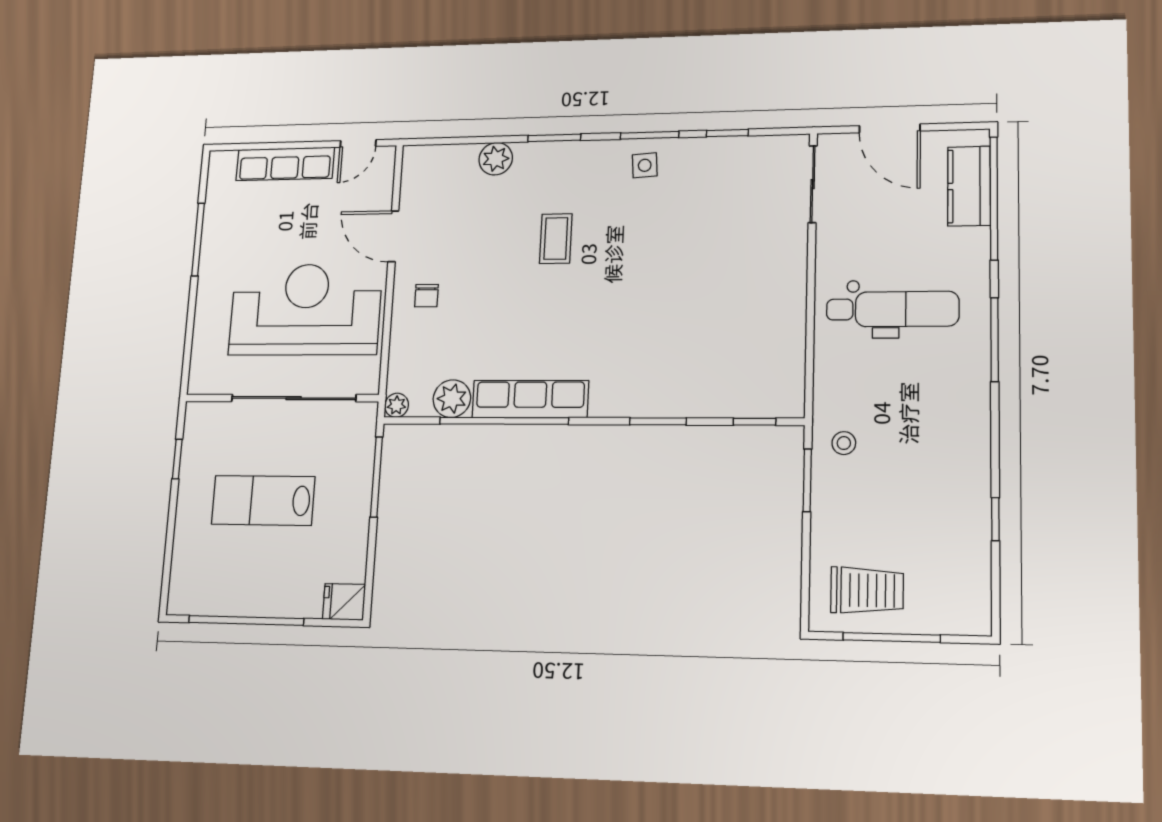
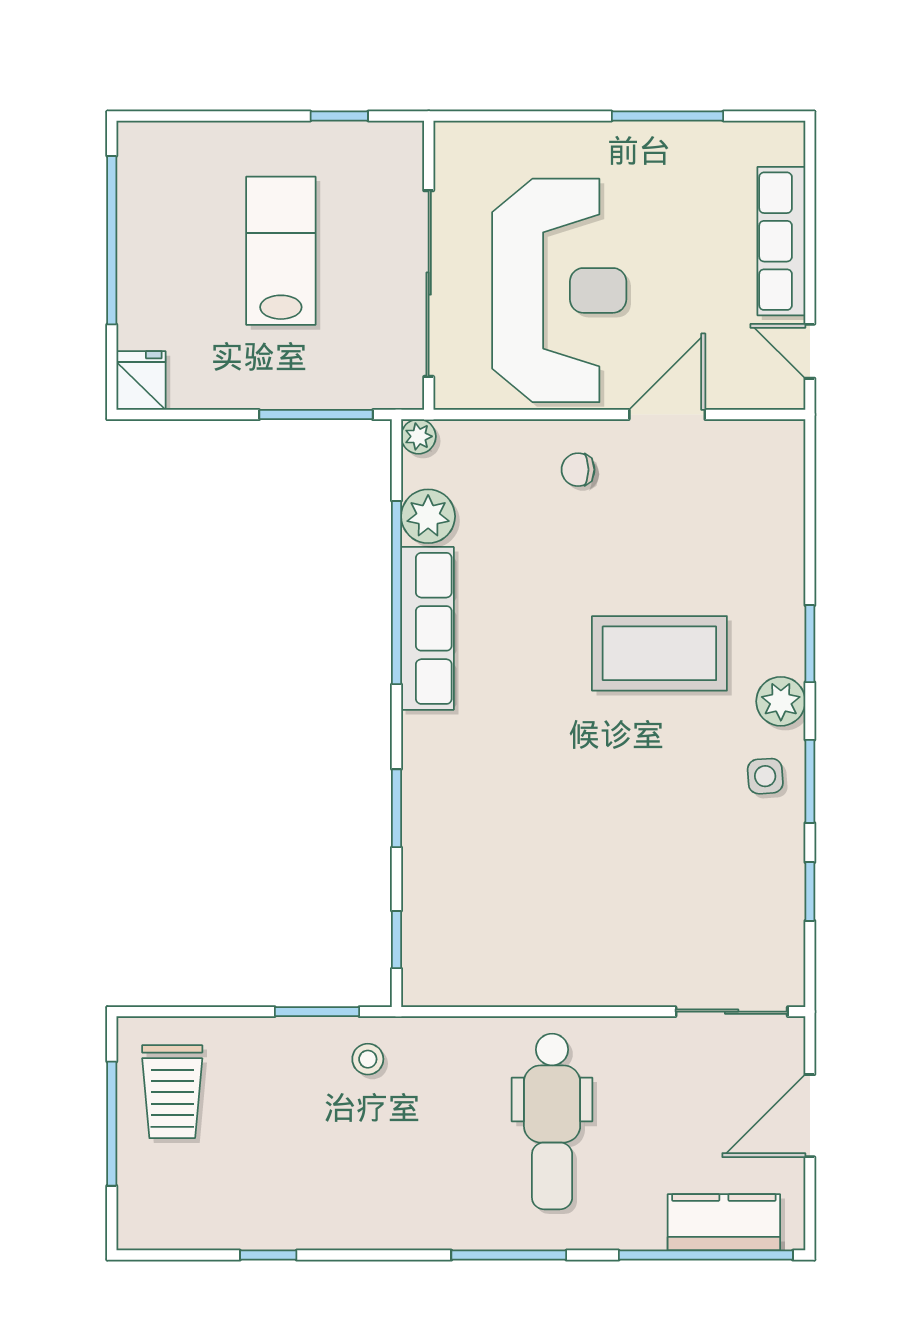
plant: (496, 159) -> (781, 701), moved
coffee table: (556, 239) -> (659, 653), width x1.86, depth x1.72

